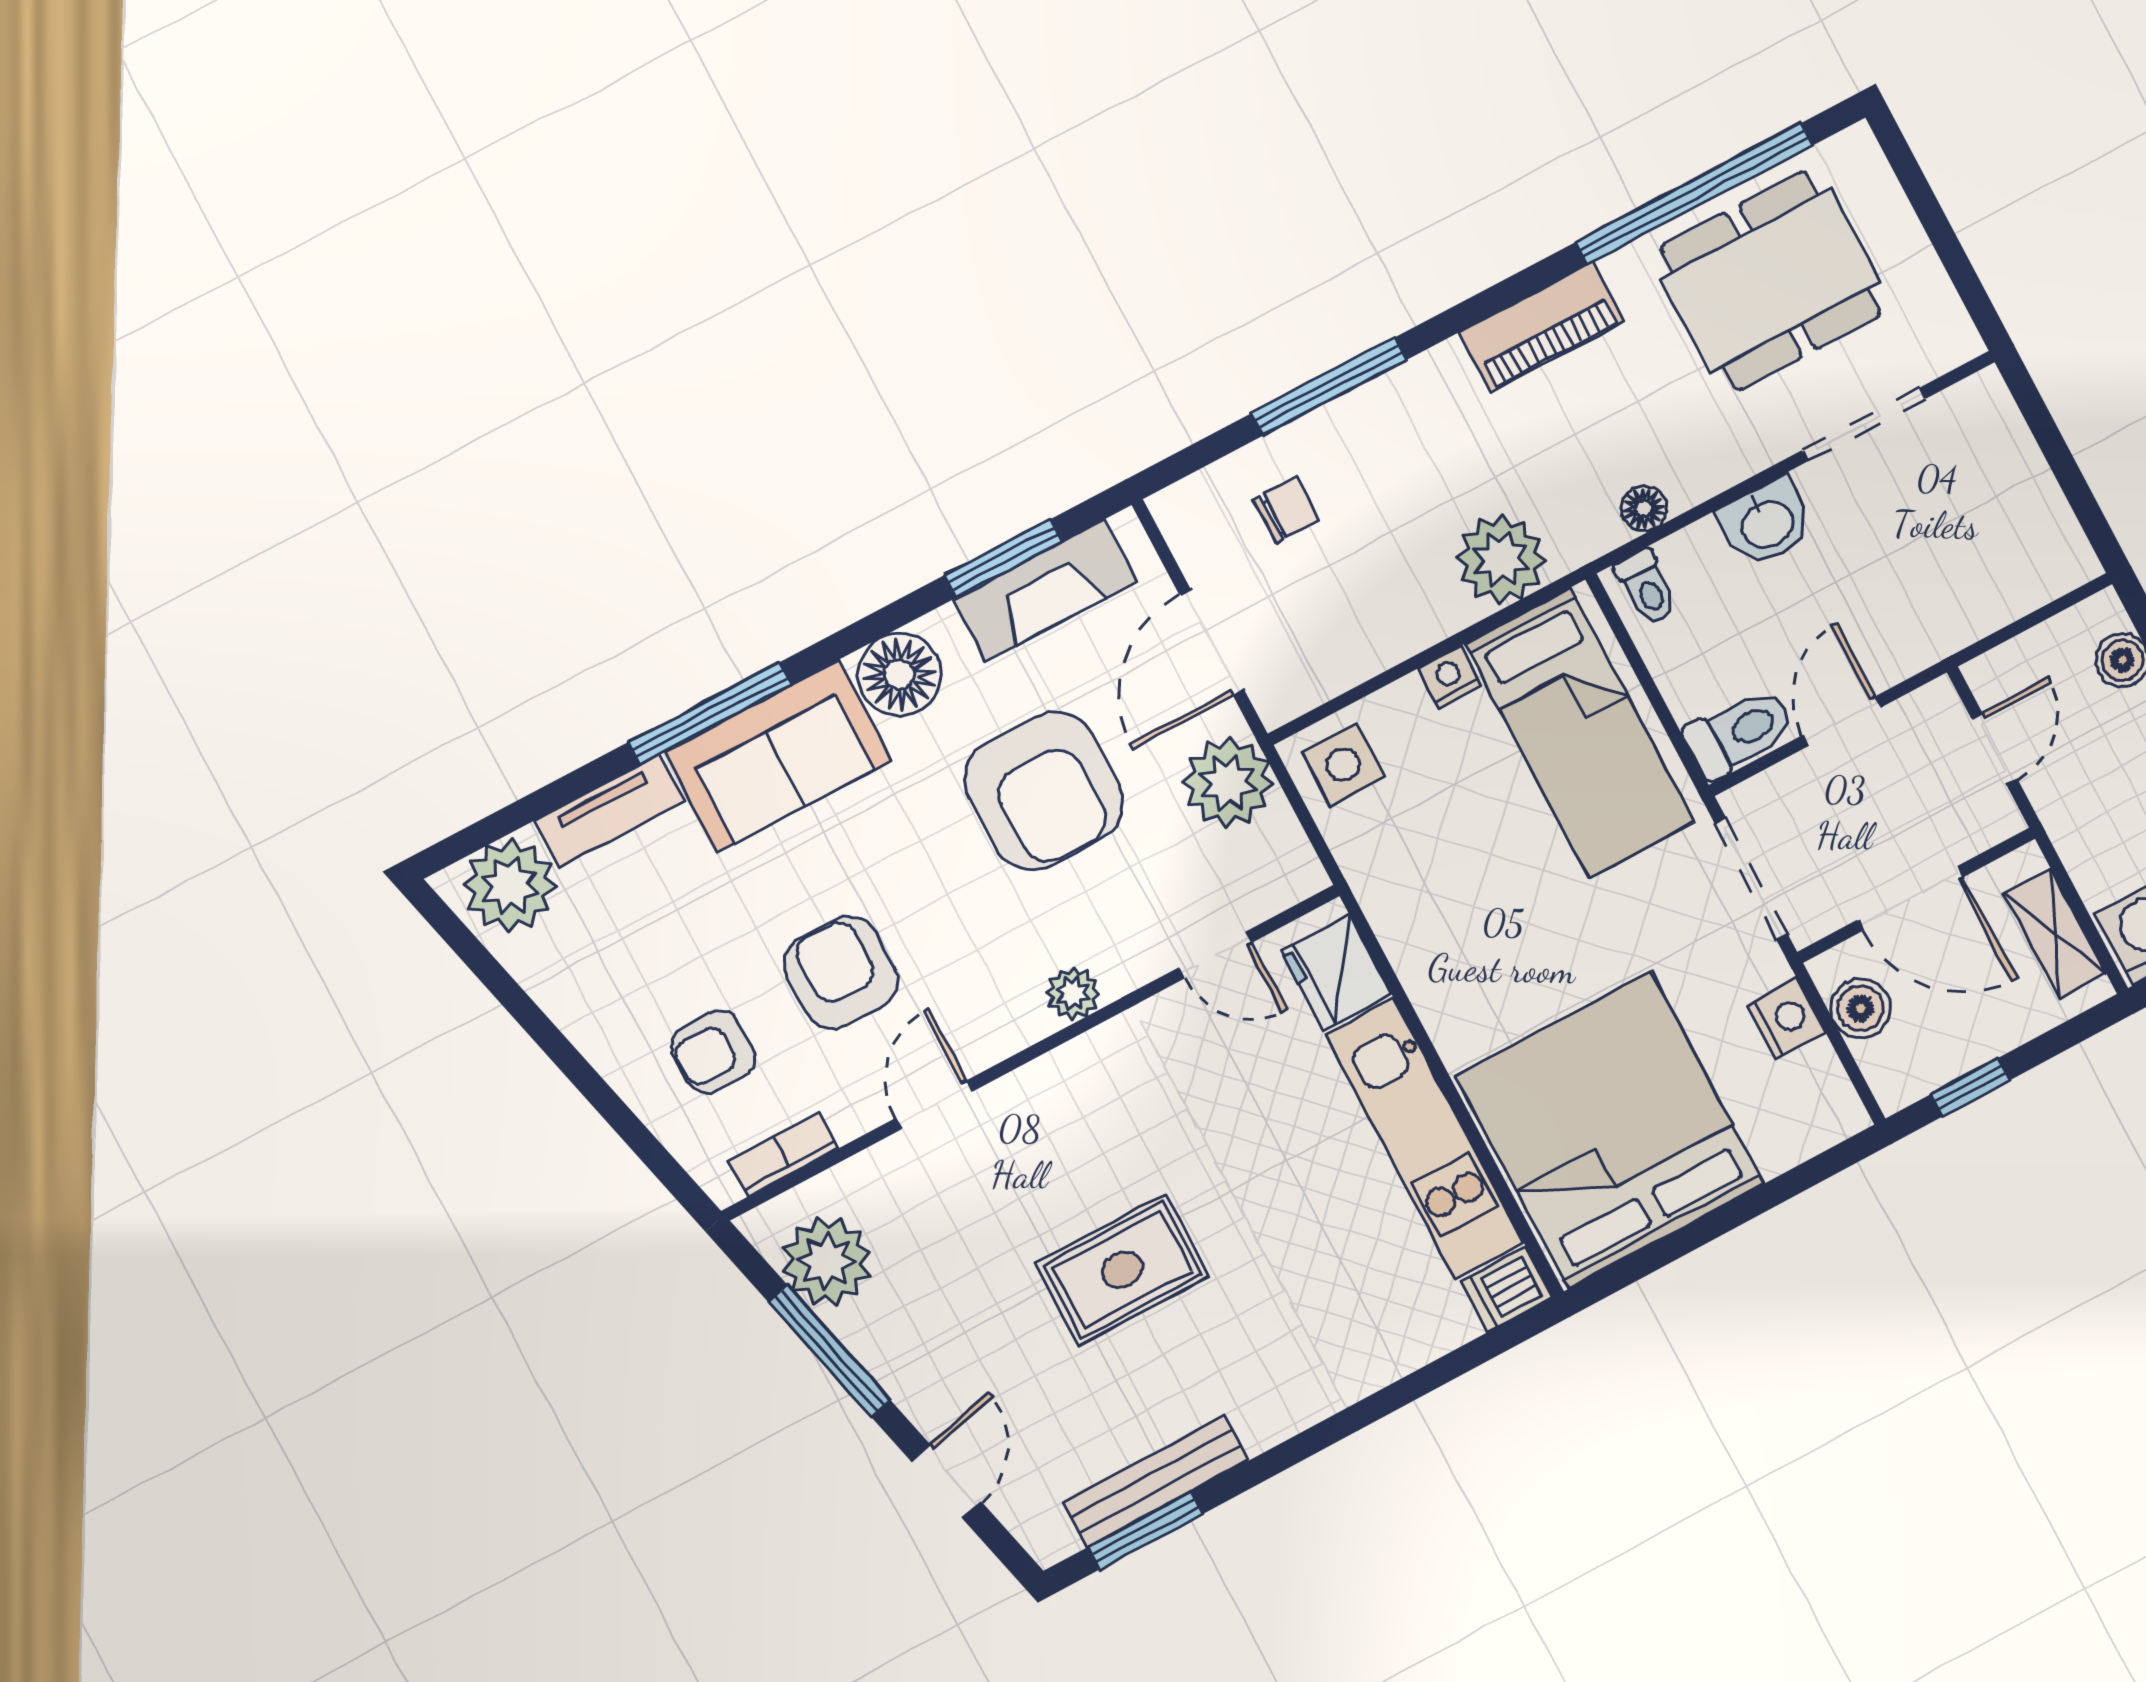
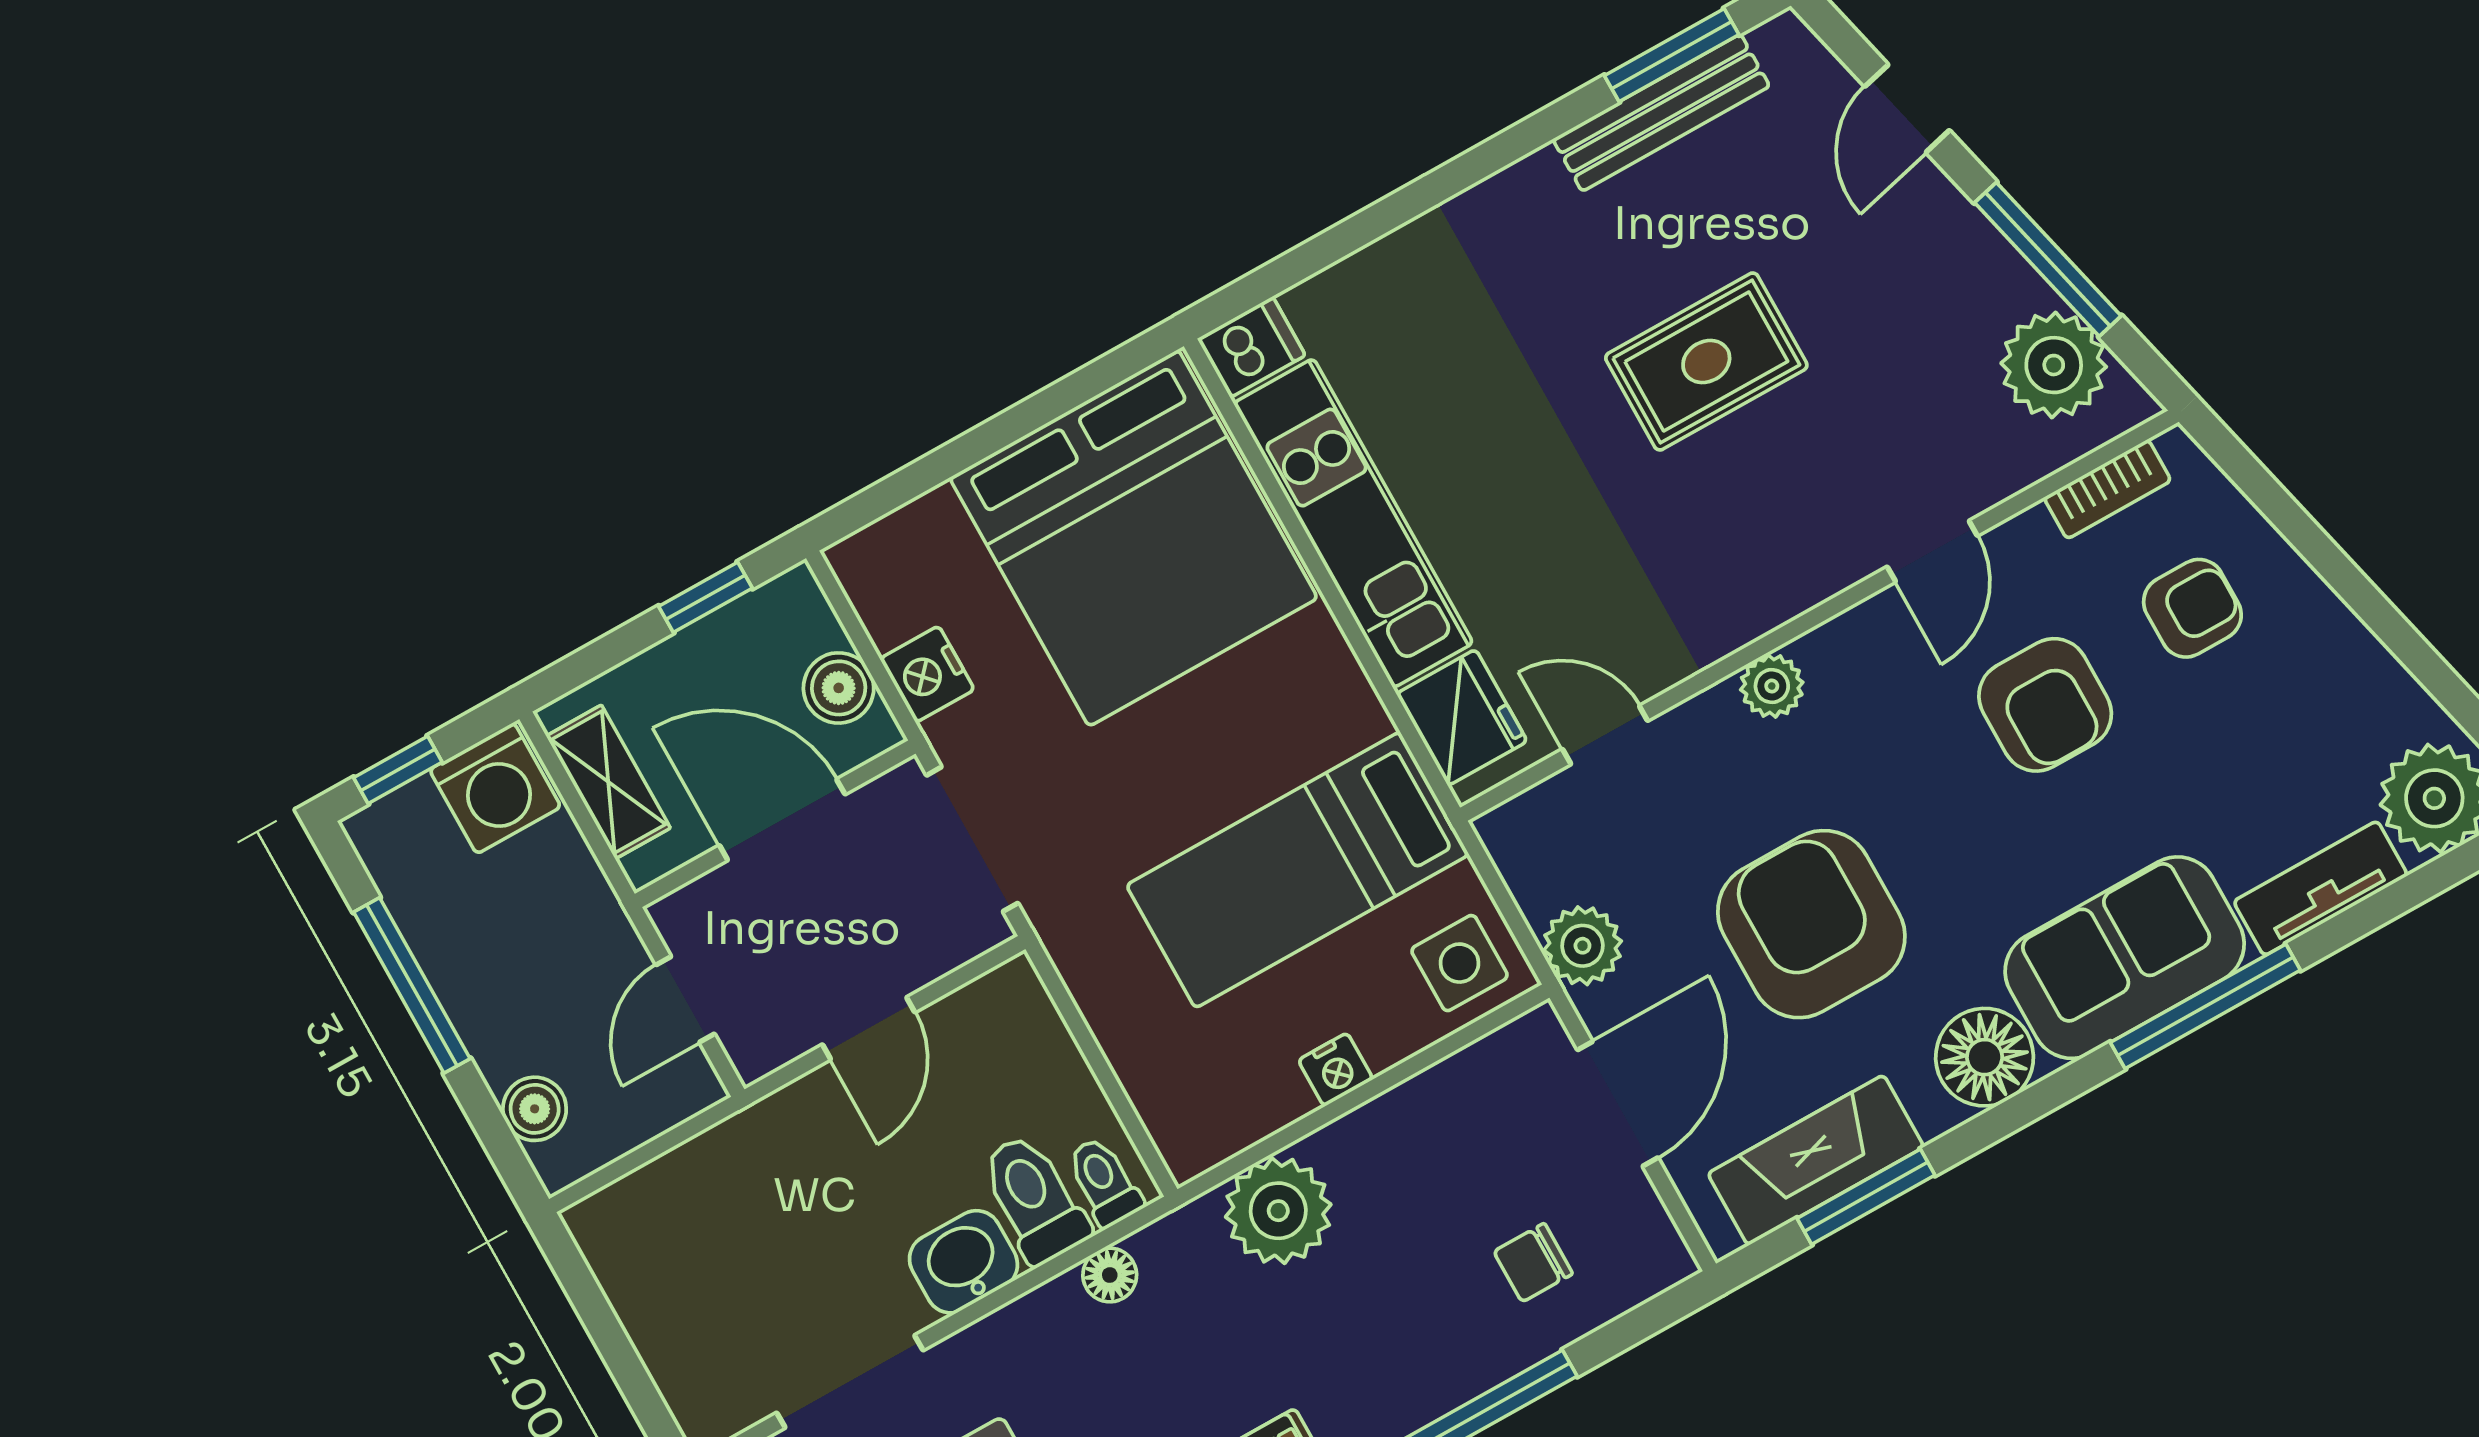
bed: (1580, 733) -> (1298, 870), moved, turned -90
toilet: (1740, 733) -> (1034, 1199), moved, turned 90
plant: (1228, 783) -> (1582, 946), width x0.73, depth x0.73

